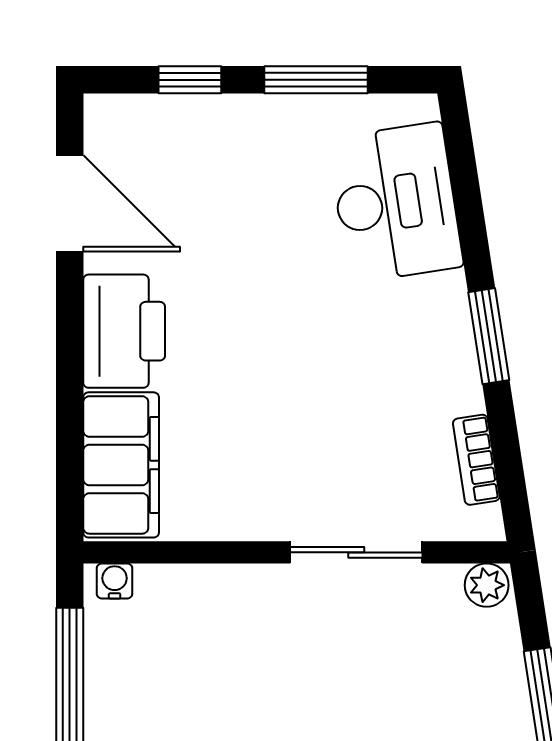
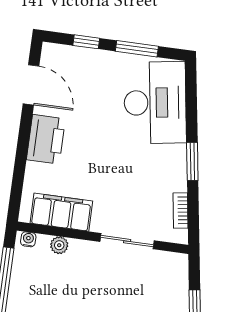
desk: (396, 203) -> (155, 103), width x1.36, depth x1.30
filing cabinet: (121, 465) -> (61, 212), moved, turned -90
plant: (487, 585) -> (59, 245), moved

